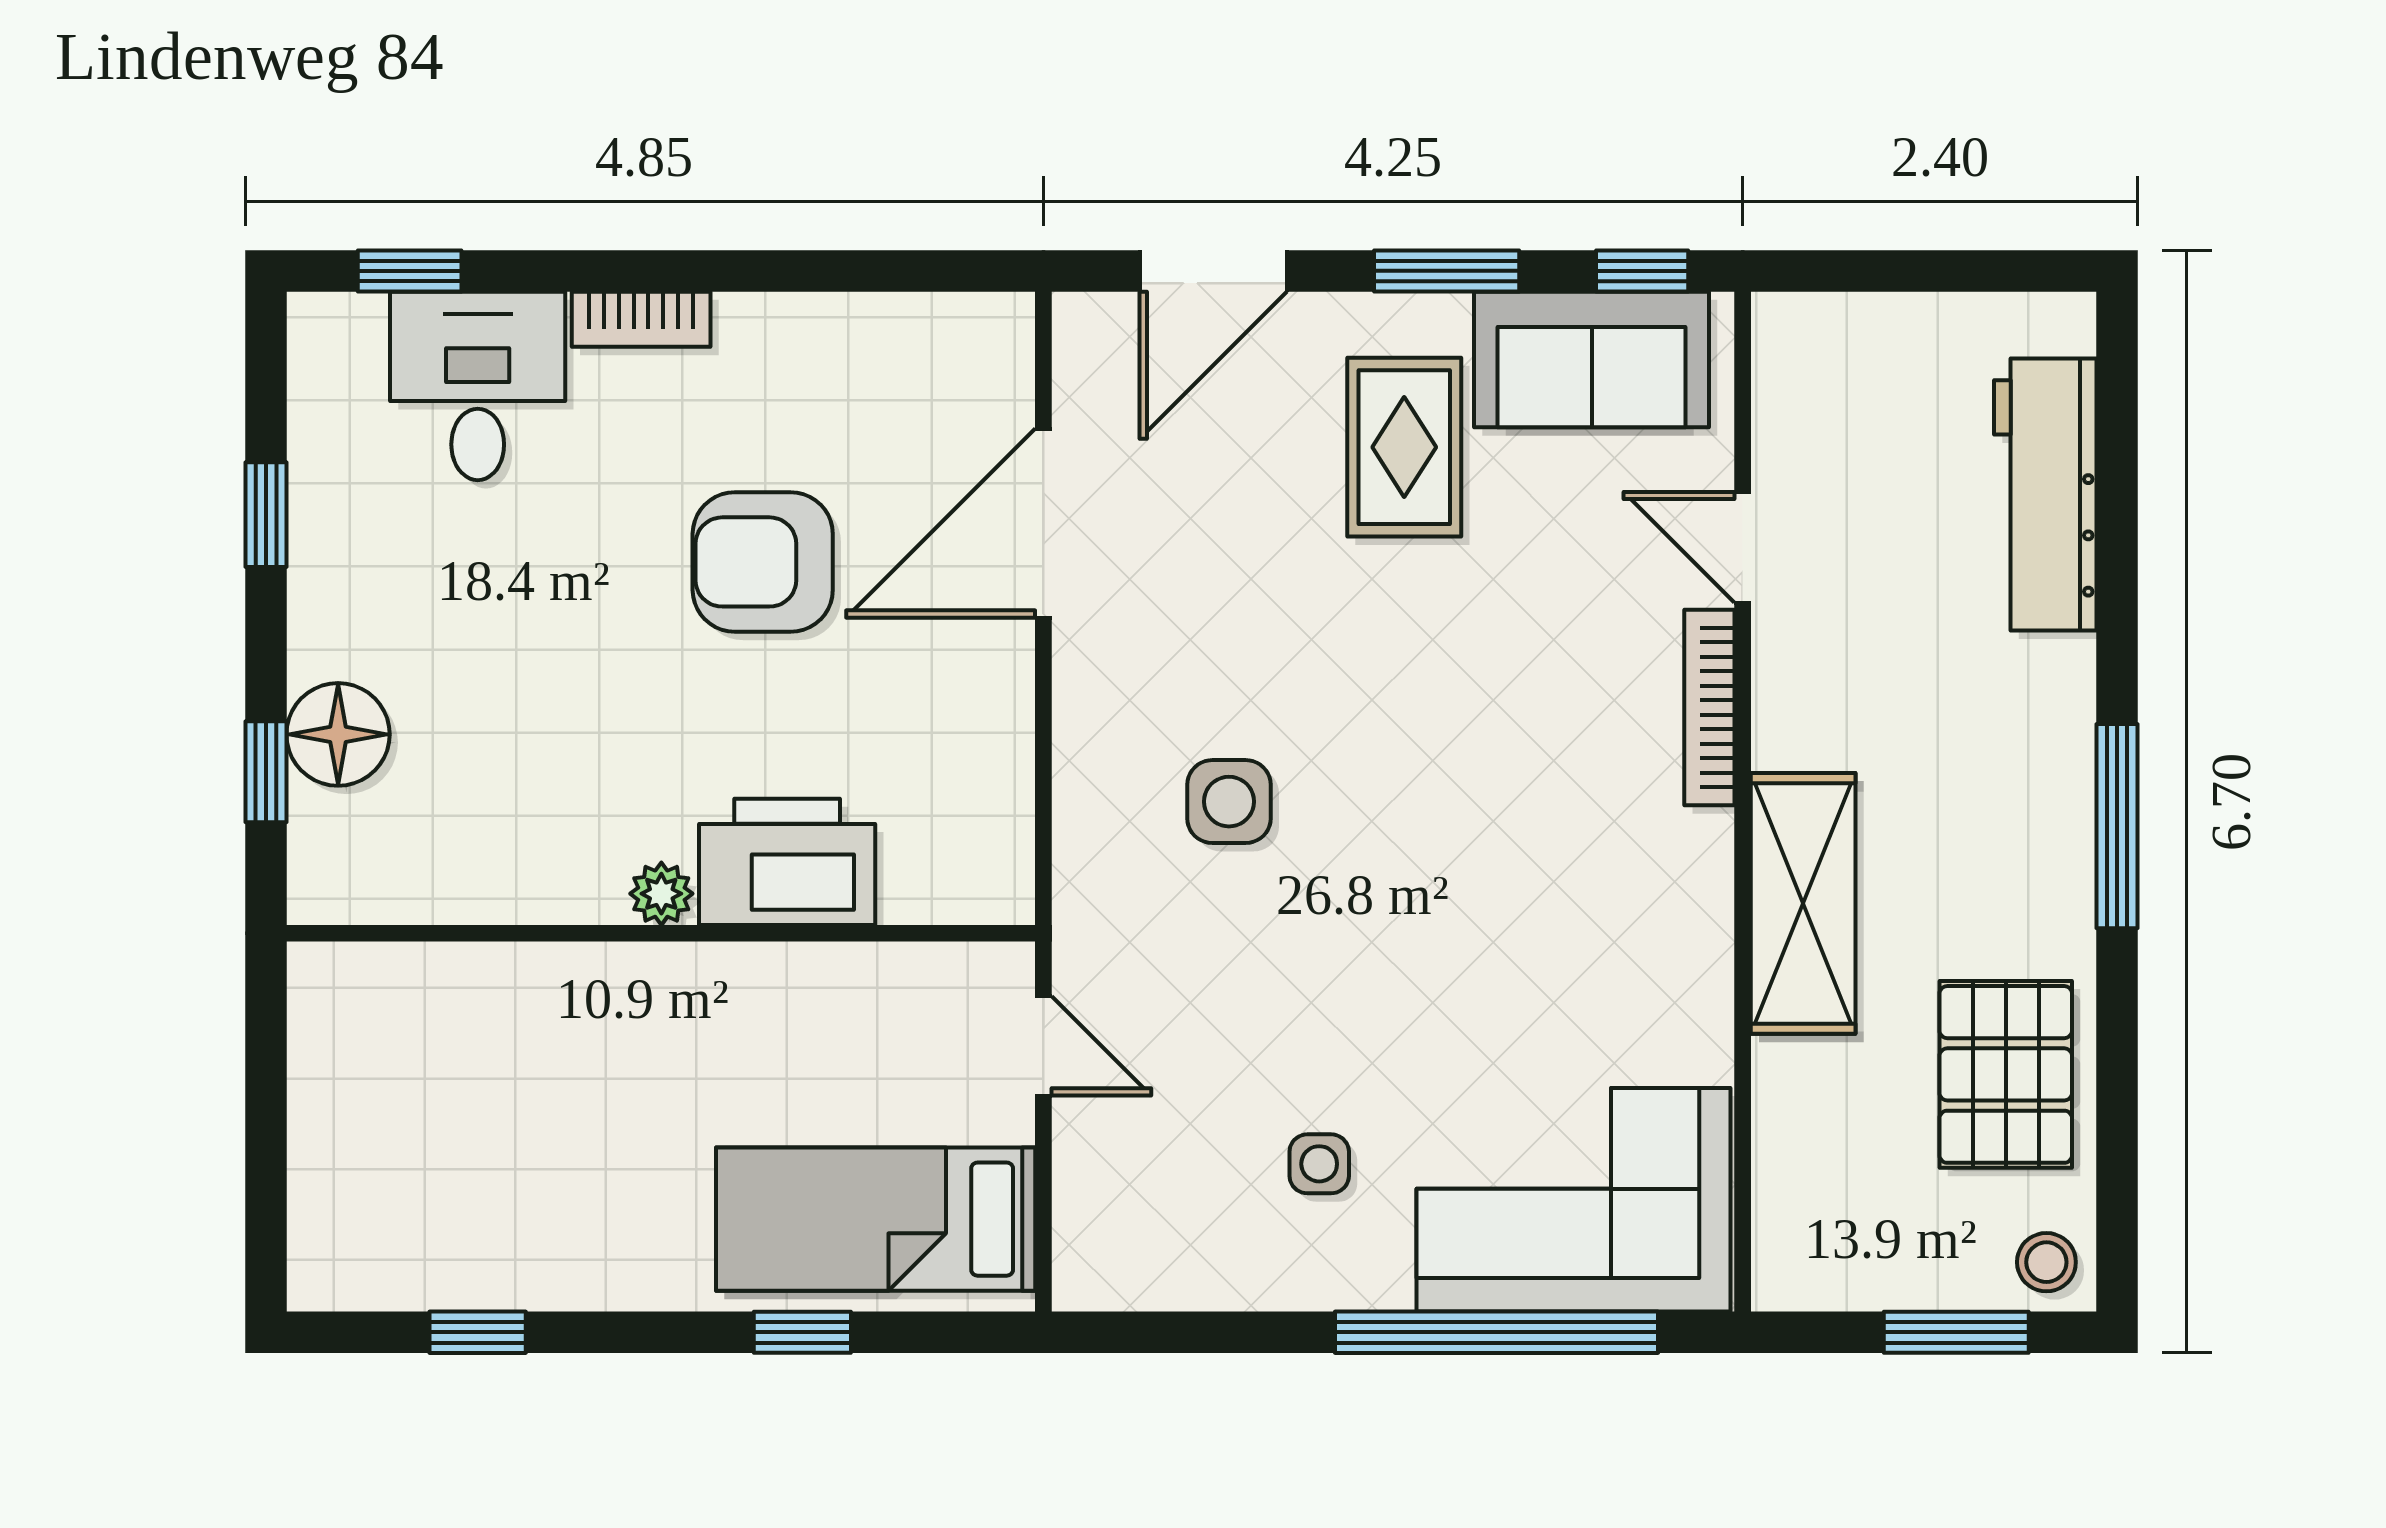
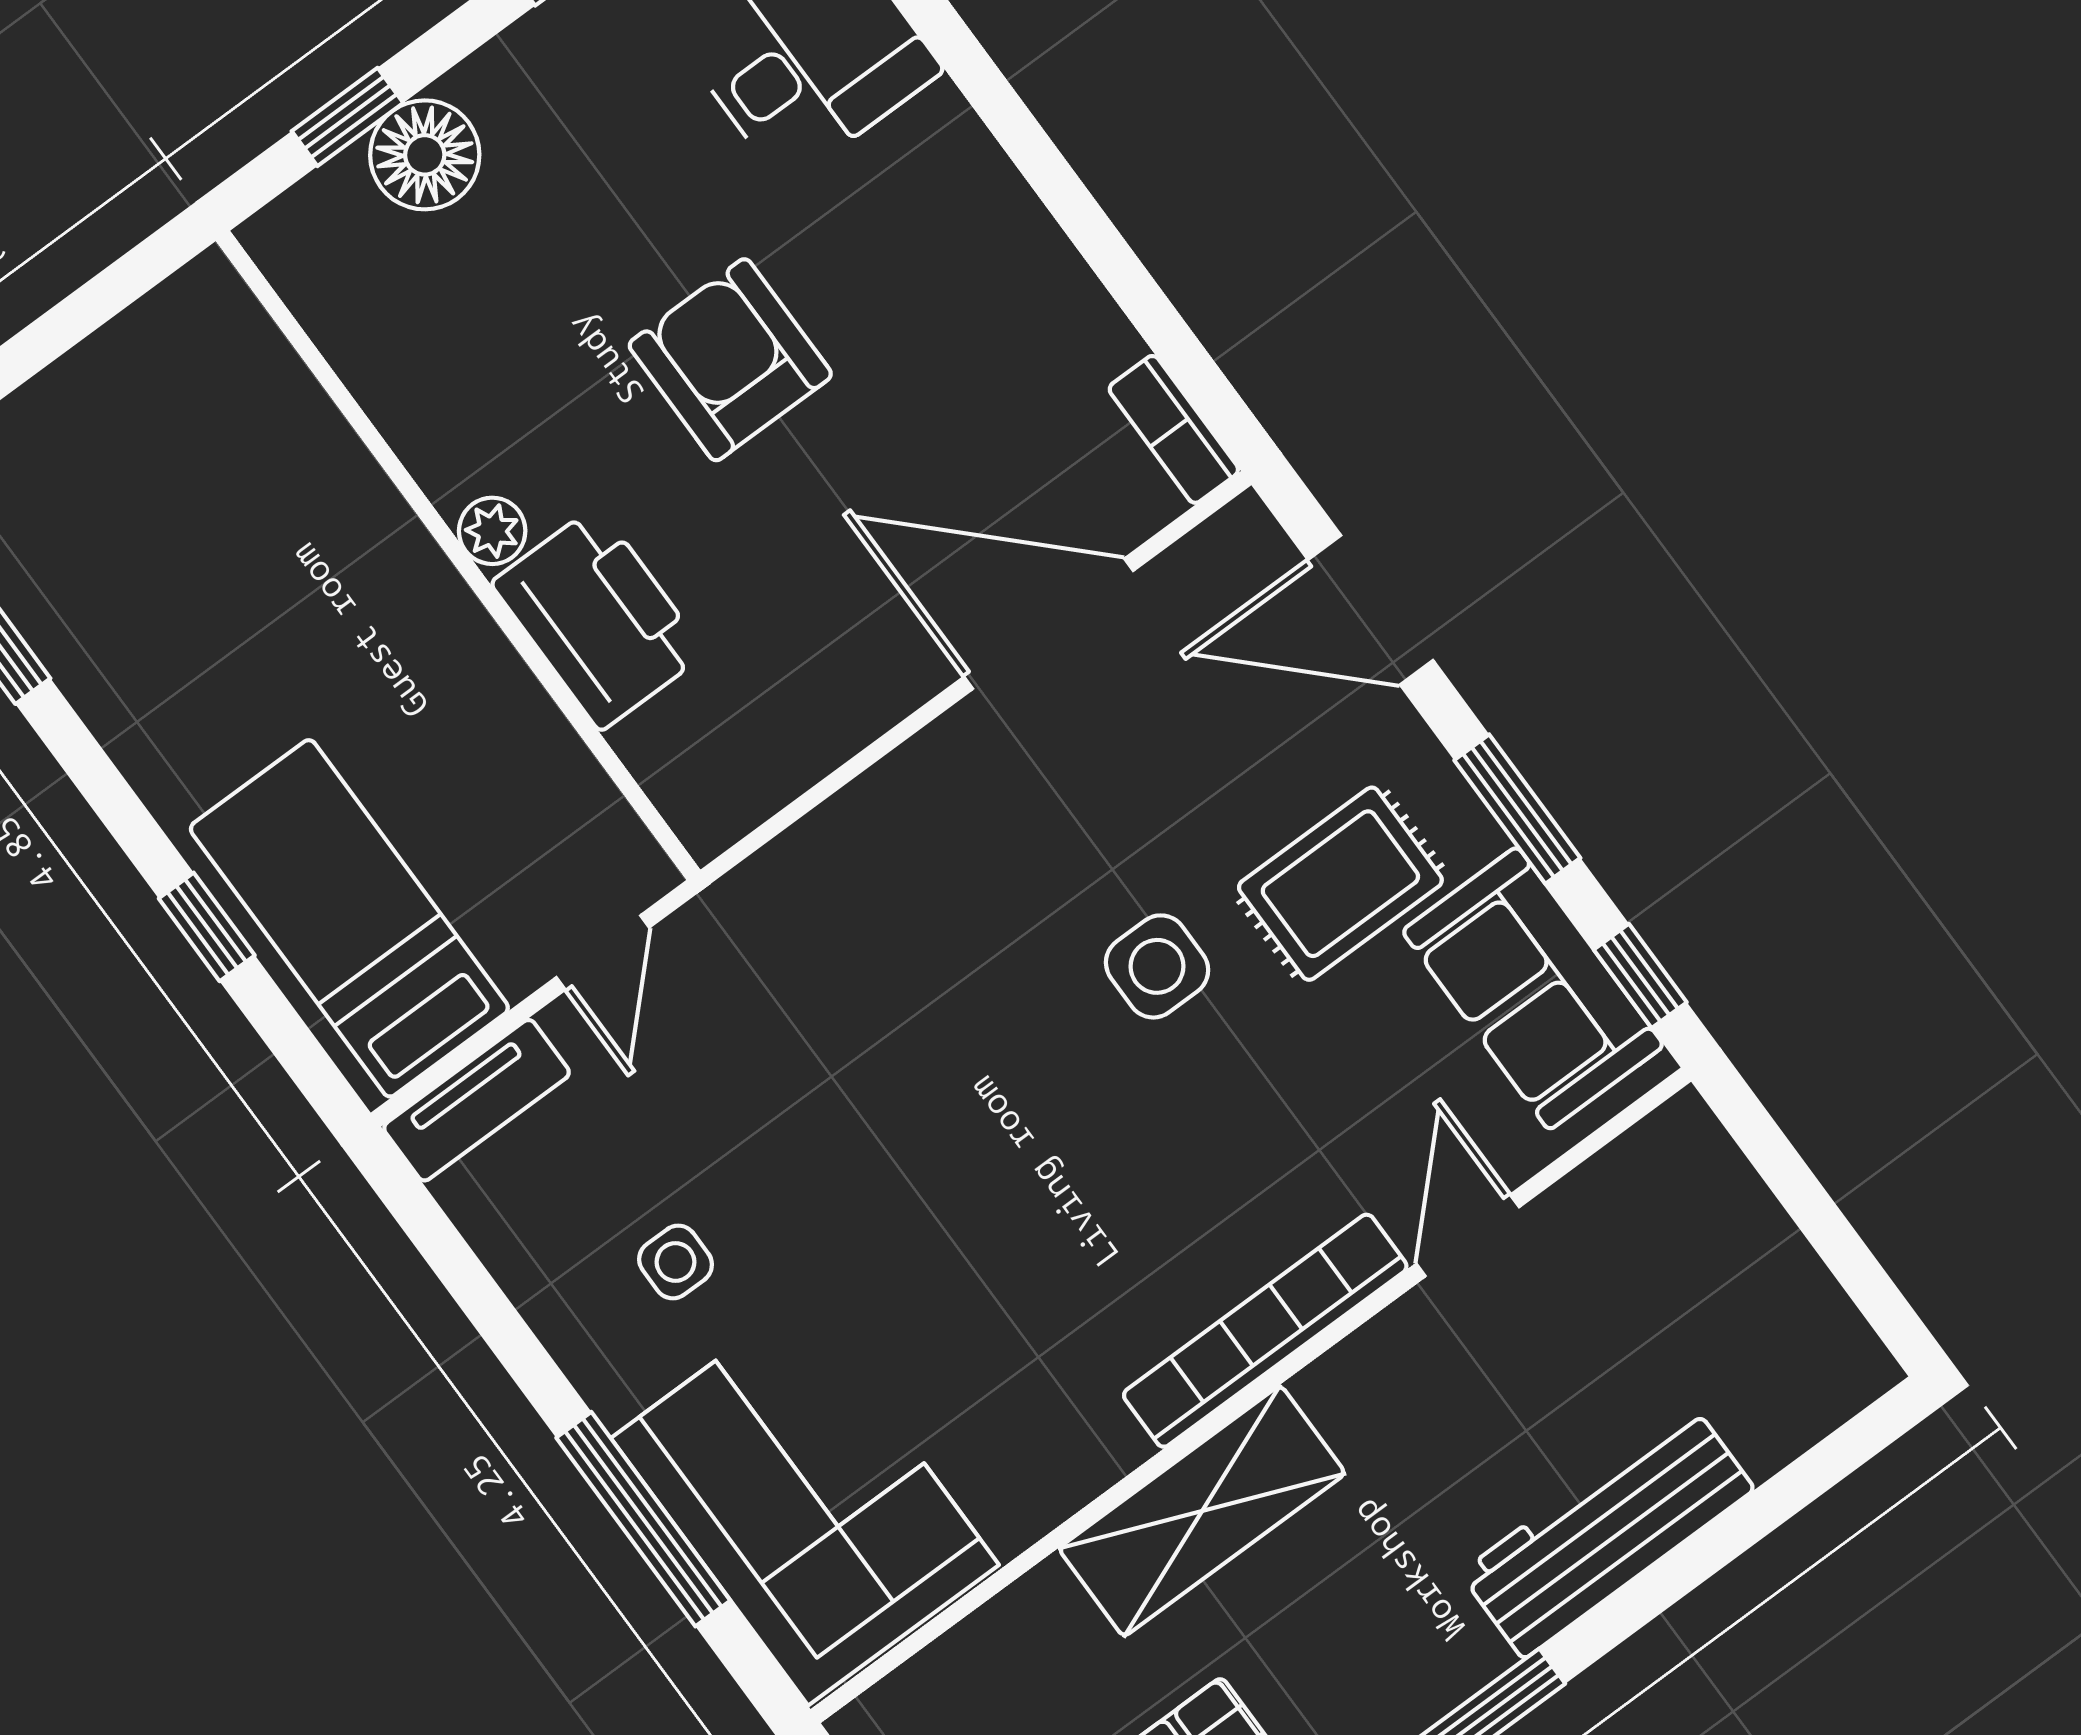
bookcase: (641, 319) -> (1174, 429), moved
workbench: (2045, 495) -> (1607, 1531), moved
armchair: (763, 562) -> (730, 360), moved
bookcase: (1709, 707) -> (1265, 1331), width x1.48, depth x1.31
side table: (1229, 802) -> (1157, 966), moved
tv unit: (1085, 1224) -> (476, 1100), added
window: (1496, 1332) -> (643, 1519), width x0.68

